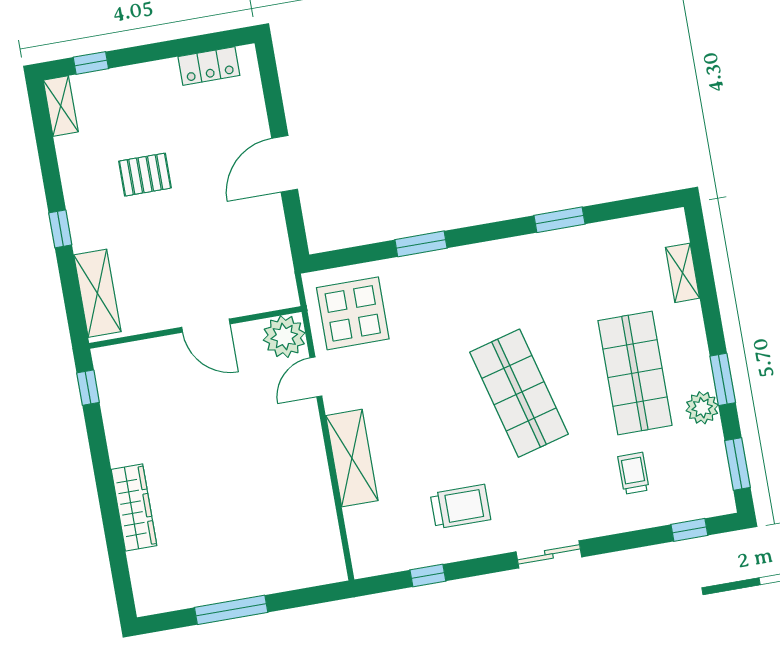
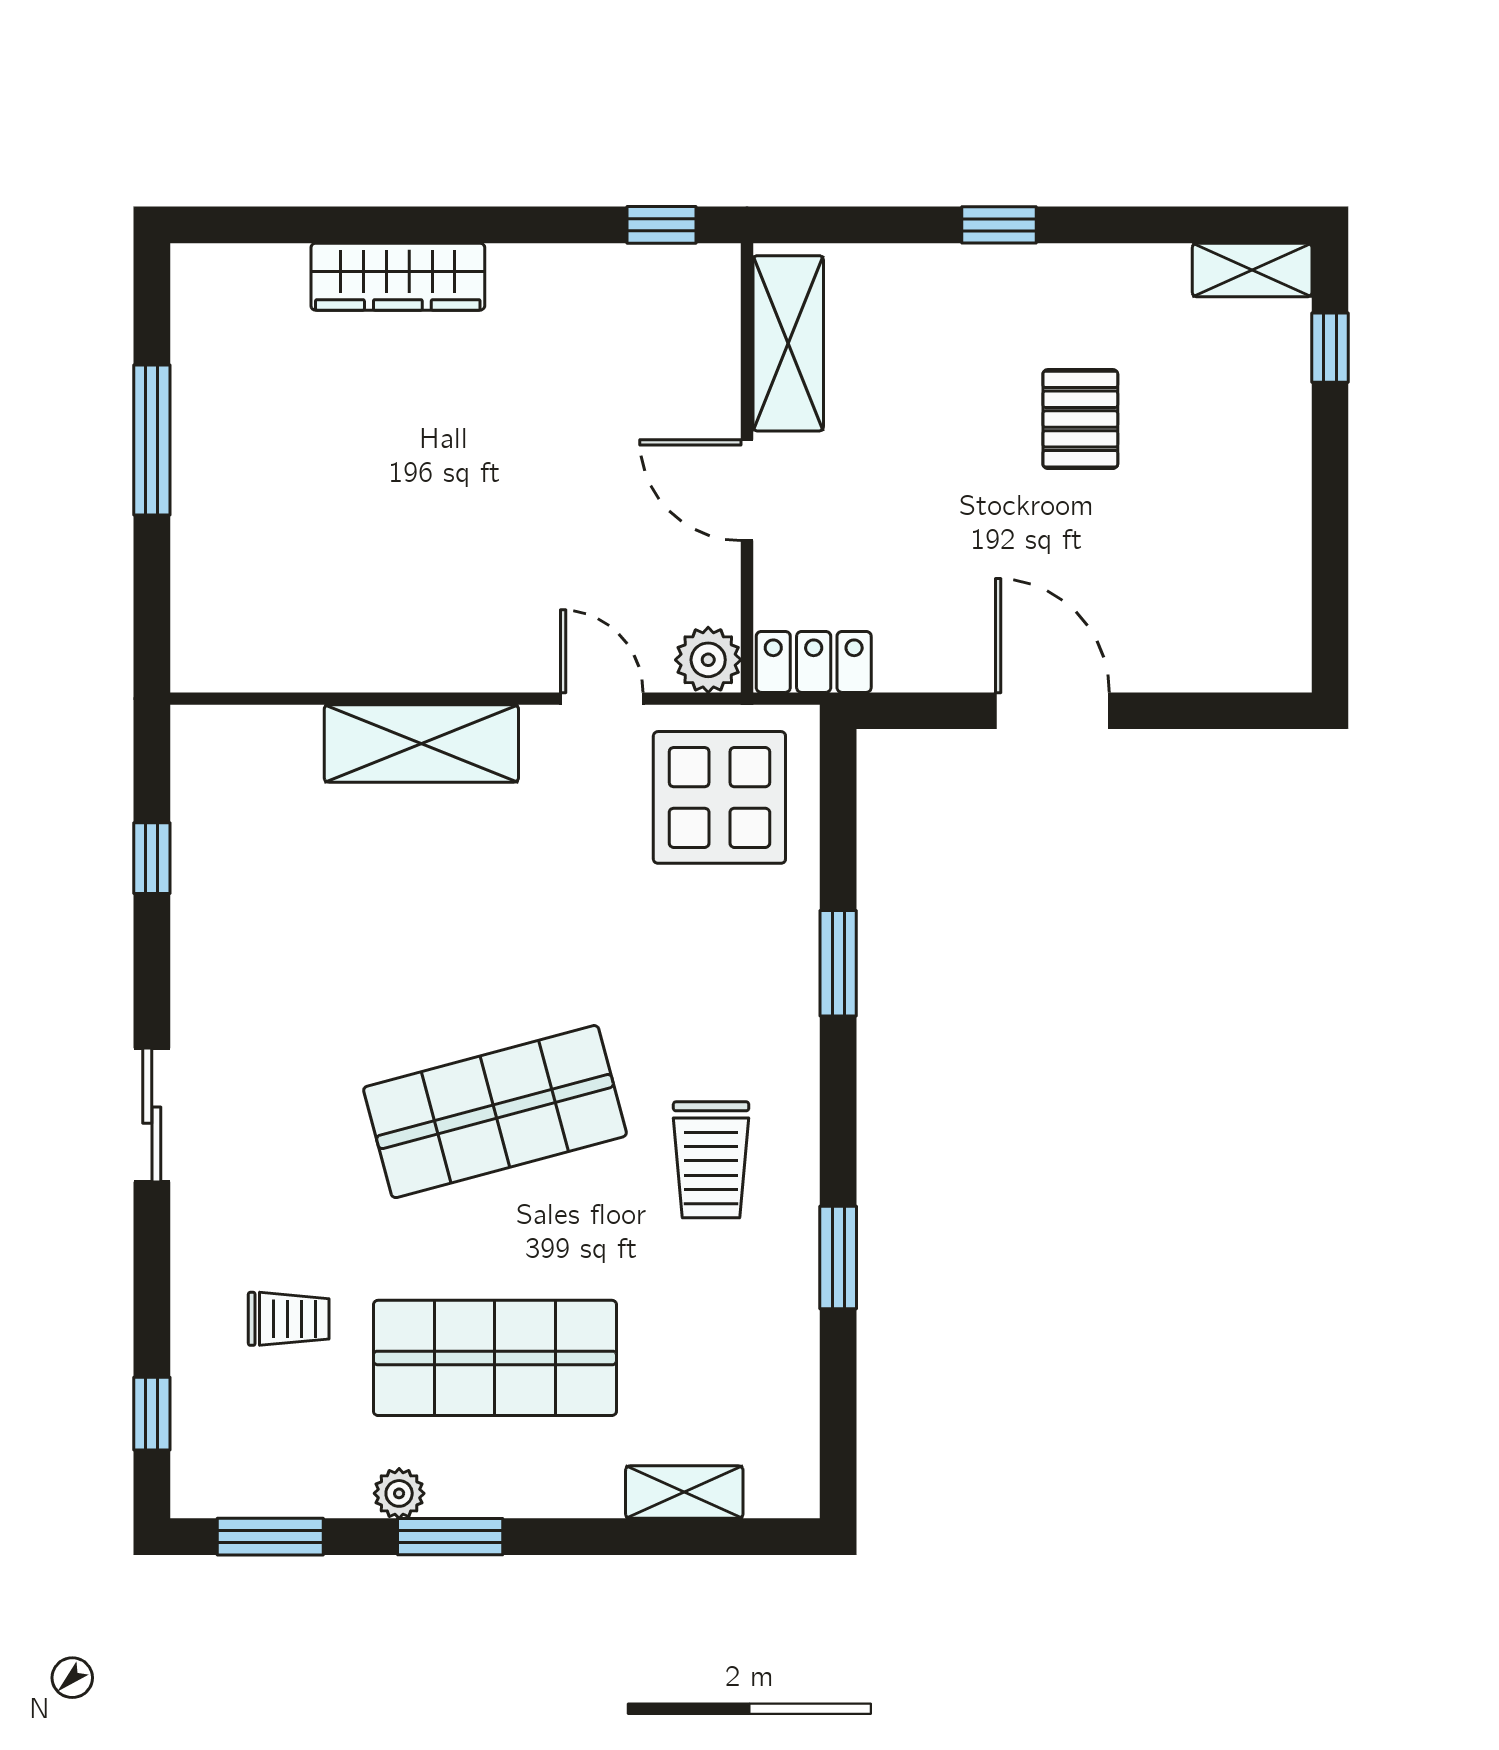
locker: (209, 66) -> (814, 662), moved, turned 90
shelving: (97, 293) -> (788, 343), moved, turned 90
door: (206, 326) -> (747, 490), hinge flipped
plant: (284, 337) -> (708, 660), width x0.73, depth x0.73
plant: (702, 408) -> (399, 1493), width x0.73, depth x0.73
trolley: (460, 507) -> (711, 1160), moved

